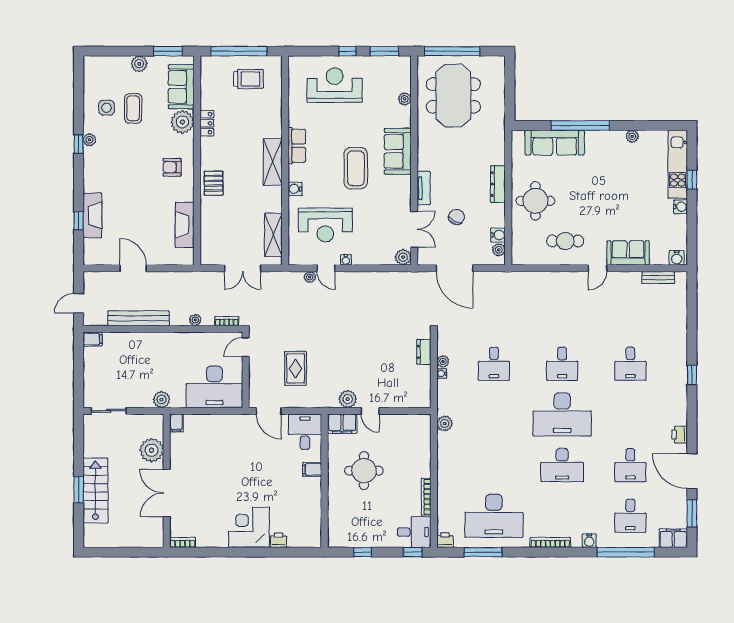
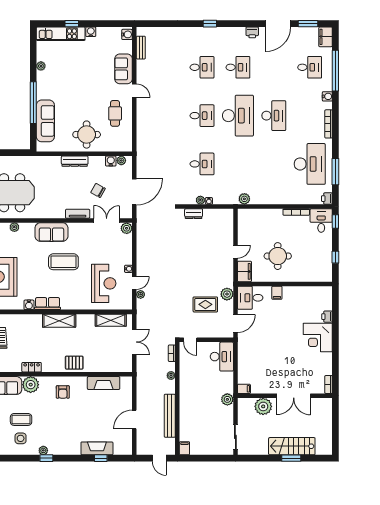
water cooler: (295, 189) -> (29, 305), moved
desk: (214, 387) -> (222, 357), width x0.73, depth x0.77
plant: (348, 399) -> (227, 294), moved
desk: (630, 465) -> (238, 67), moved

